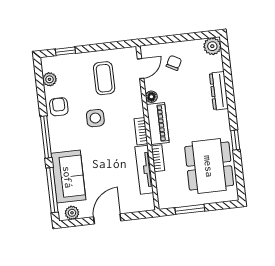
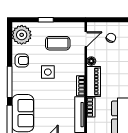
window: (65, 51) -> (46, 20), moved
coffee table: (104, 78) -> (58, 43), turned 90
plant: (49, 79) -> (22, 35), width x1.87, depth x1.87
armchair: (59, 107) -> (22, 61), turned 90

